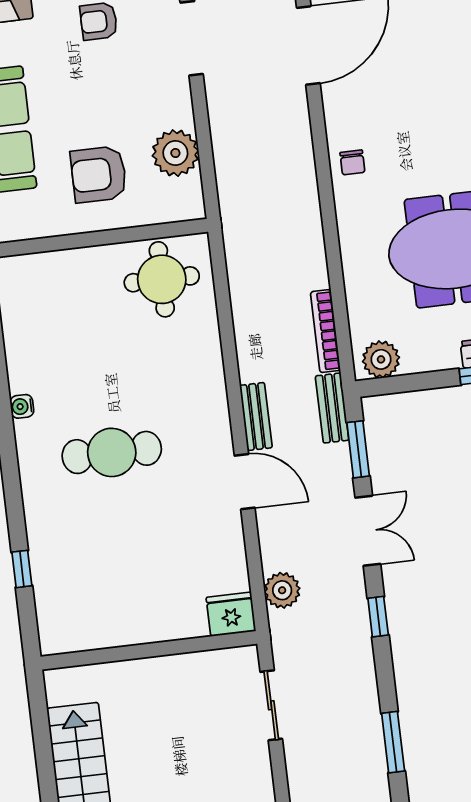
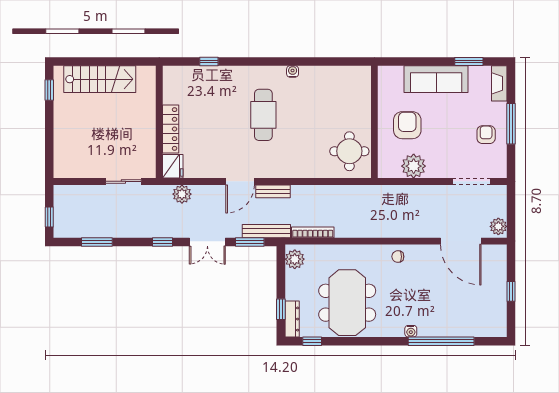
bench: (332, 408) -> (266, 231), width x1.36
locker: (160, 627) -> (171, 129), added

